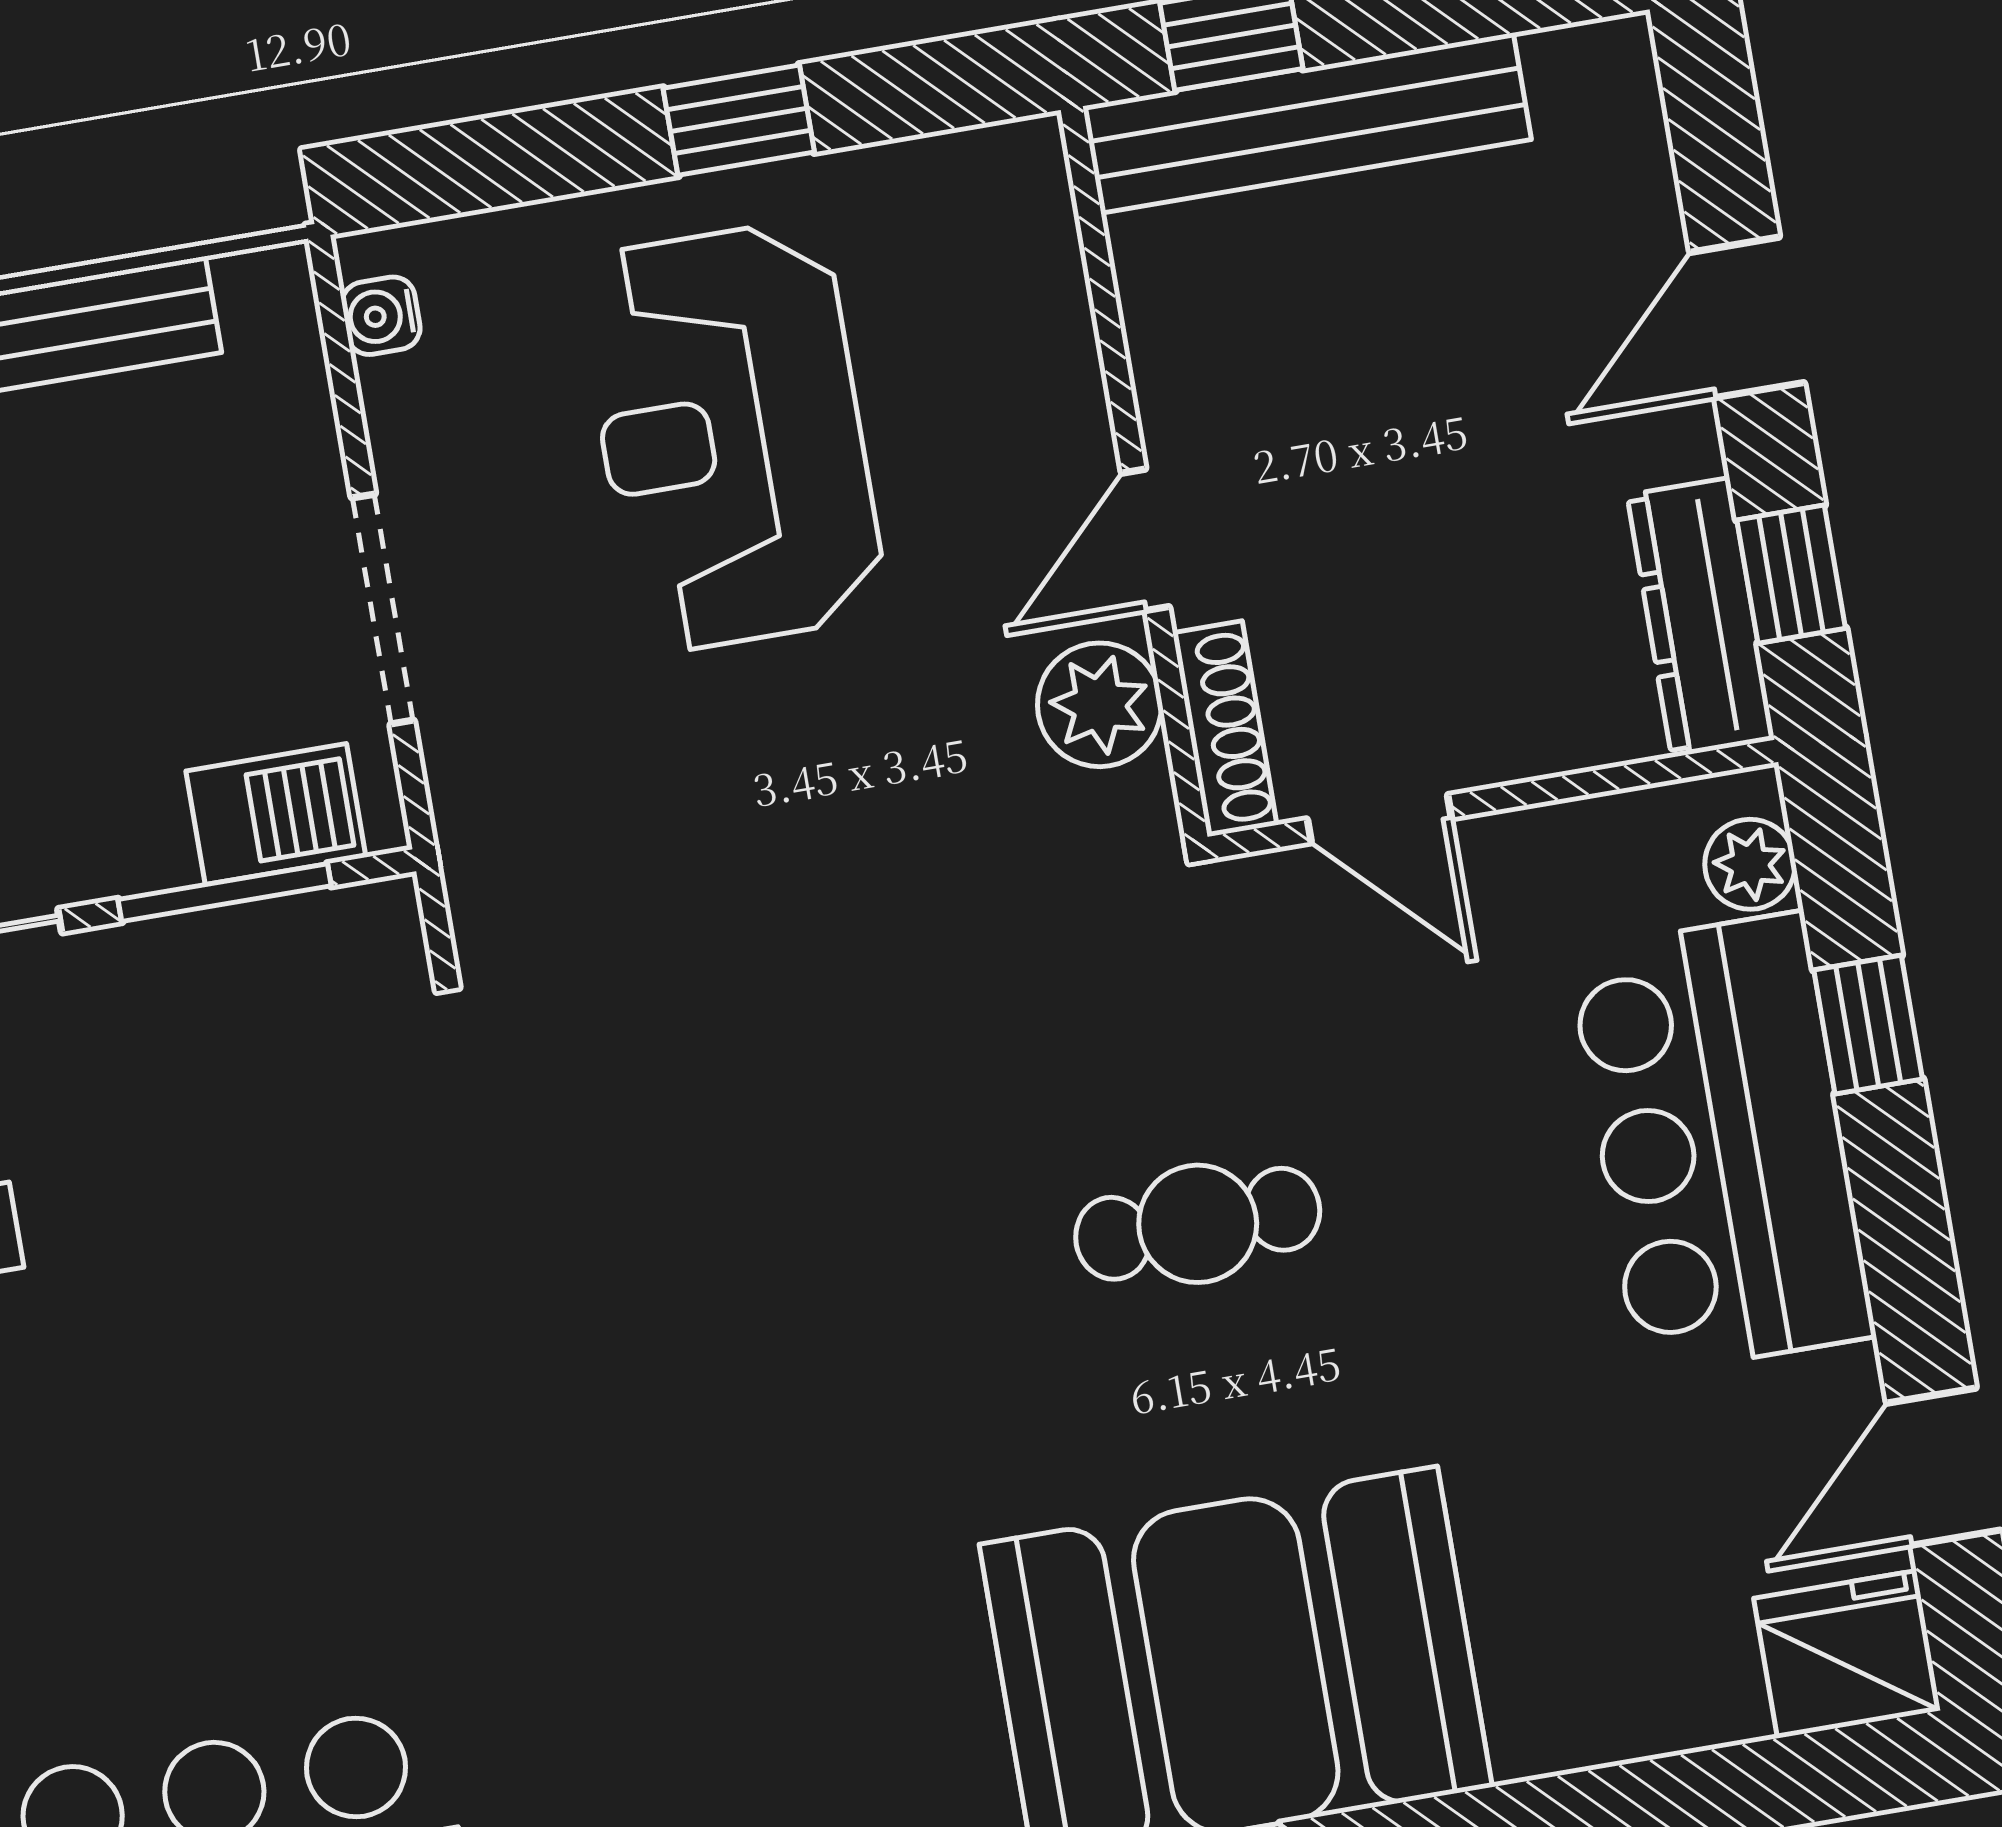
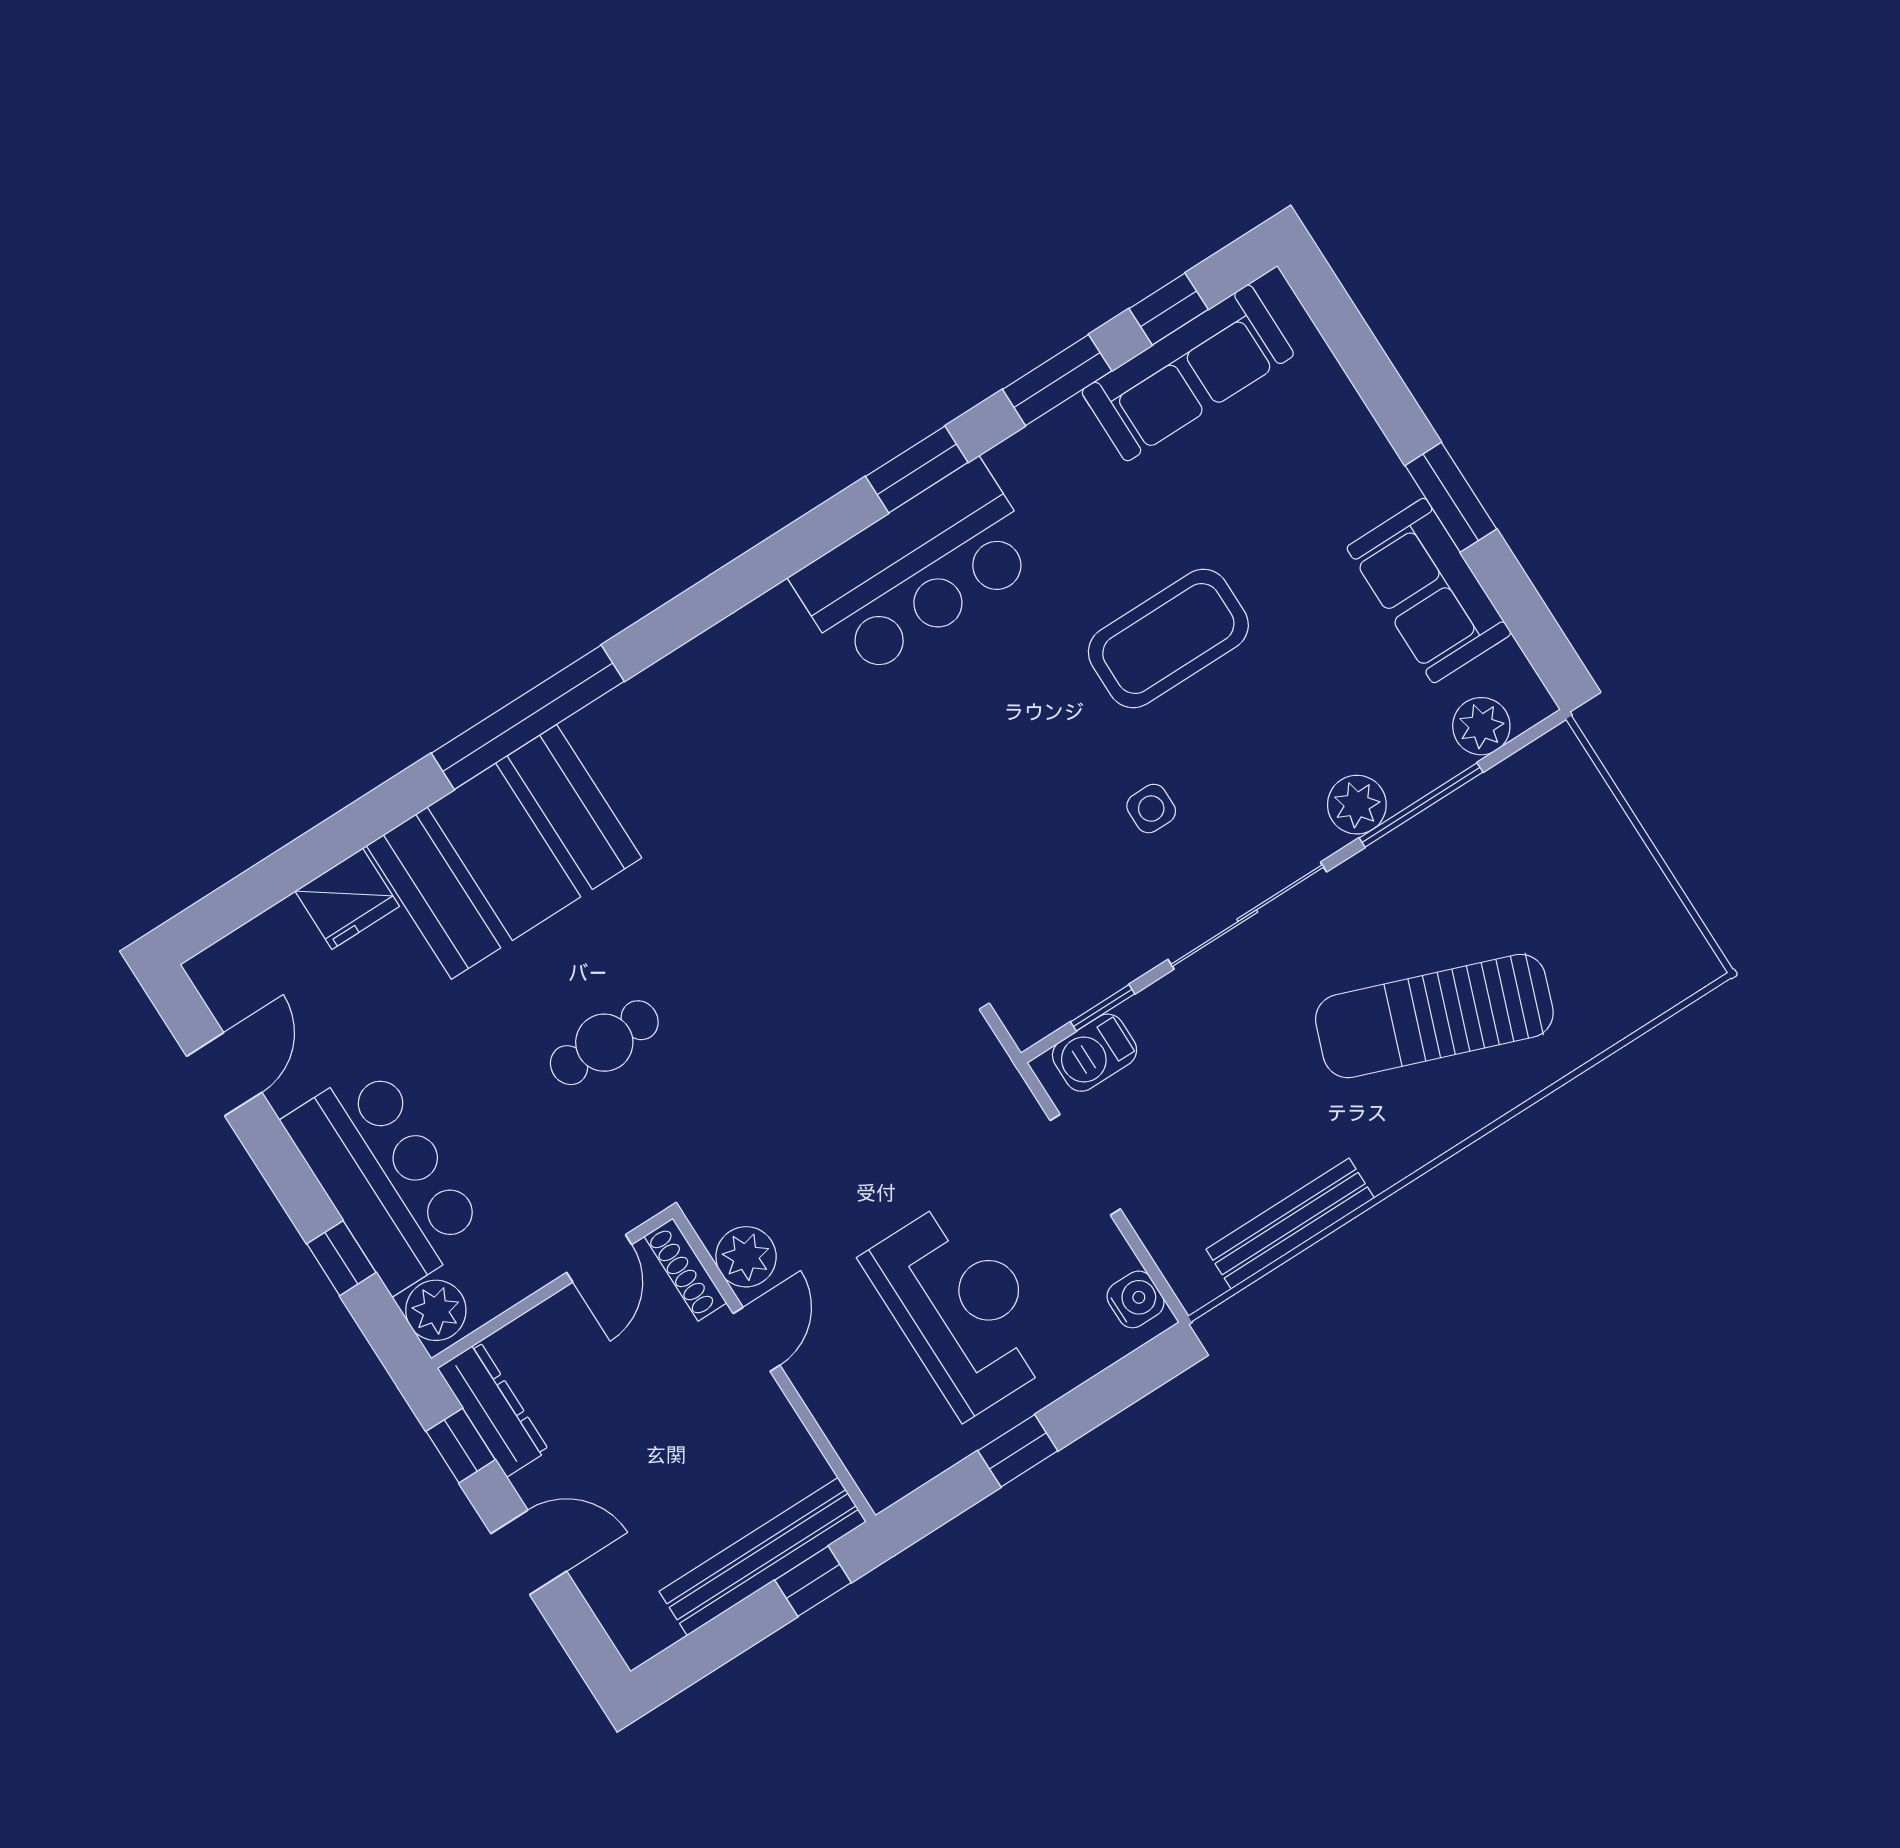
water cooler: (381, 316) -> (1136, 1299), width x1.38, depth x1.38
door: (1747, 317) -> (529, 1552), hinge flipped
door: (1379, 819) -> (599, 1258), swing flipped
plant: (1750, 864) -> (436, 1310), width x1.38, depth x1.38
window: (225, 893) -> (1103, 1008), width x0.67
fridge: (1847, 1654) -> (347, 899), moved

